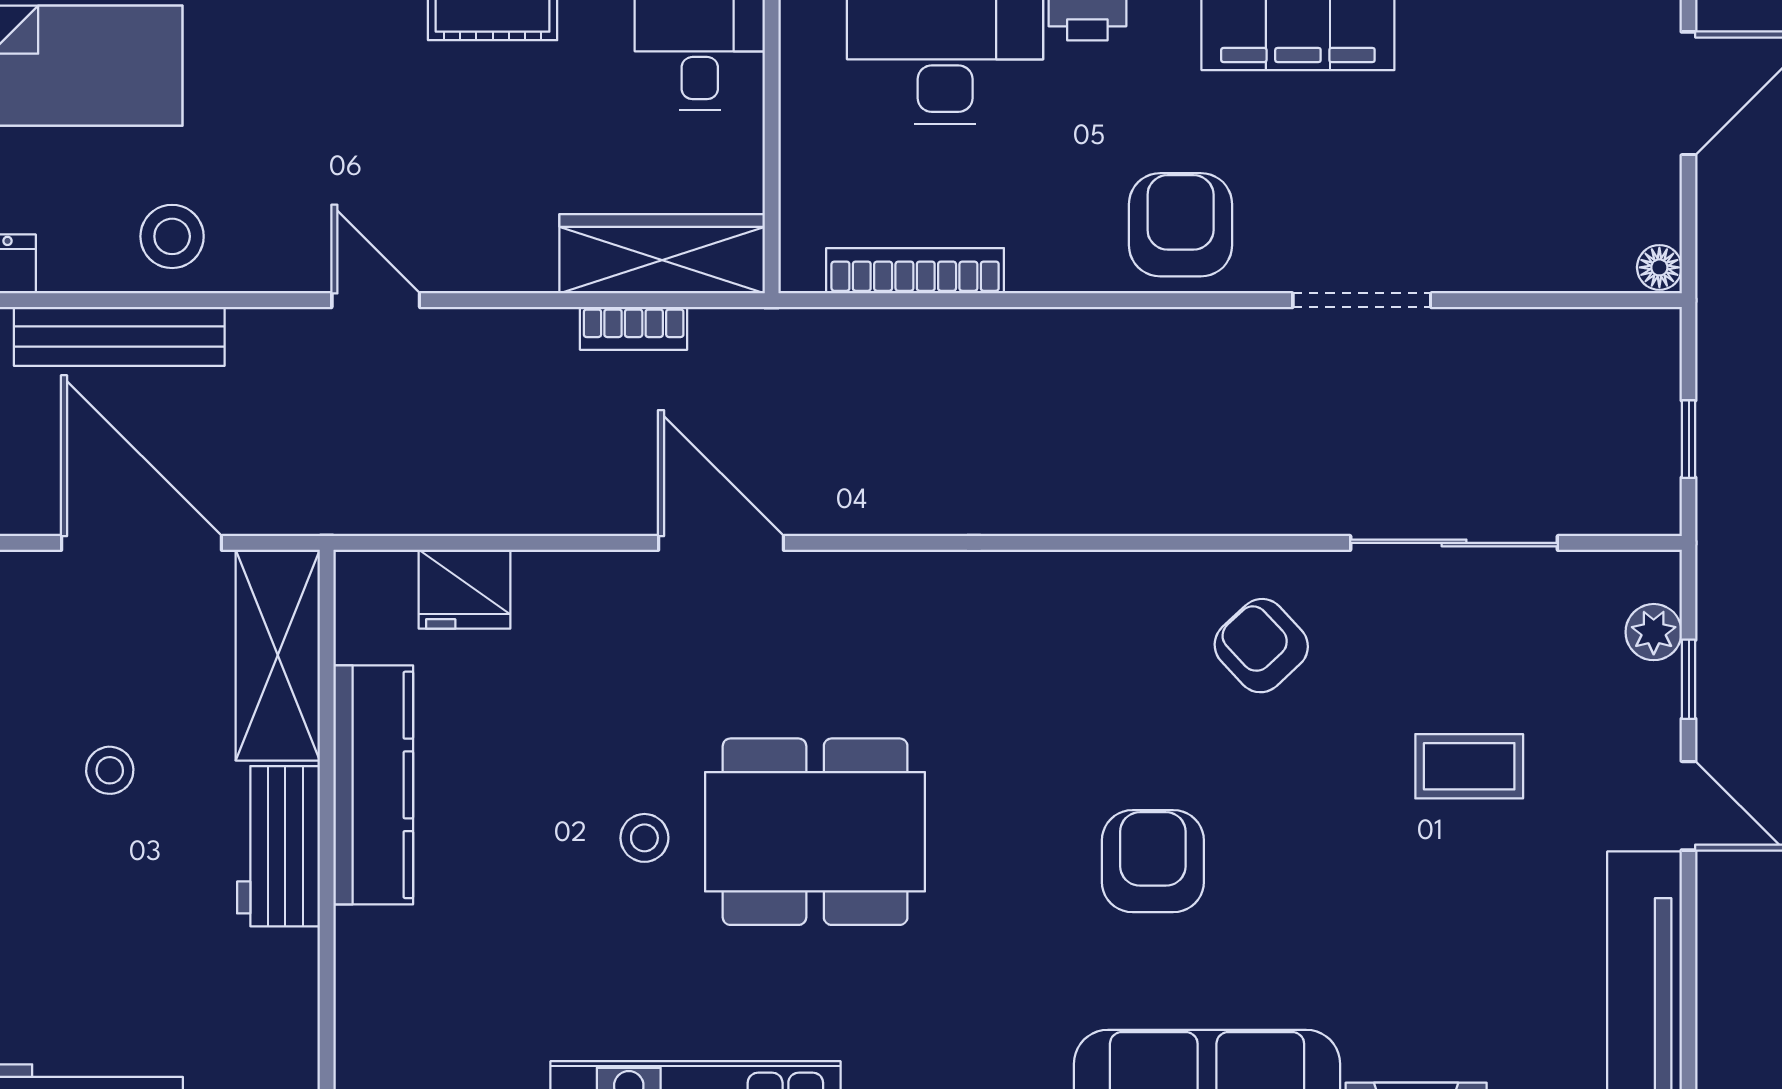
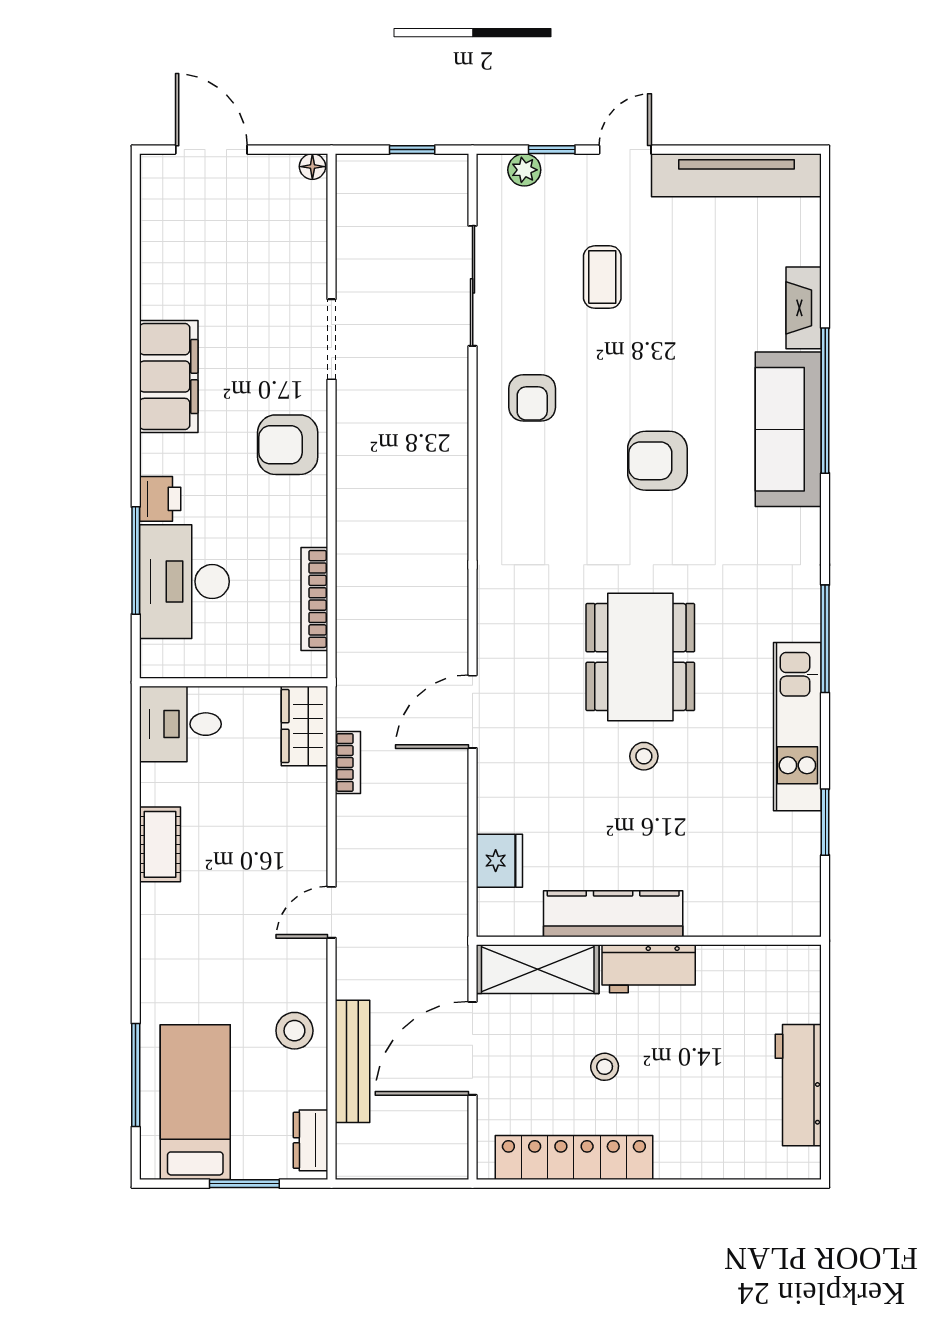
wardrobe: (662, 254) -> (305, 726), width x0.67
armchair: (1261, 646) -> (532, 398), turned -47

